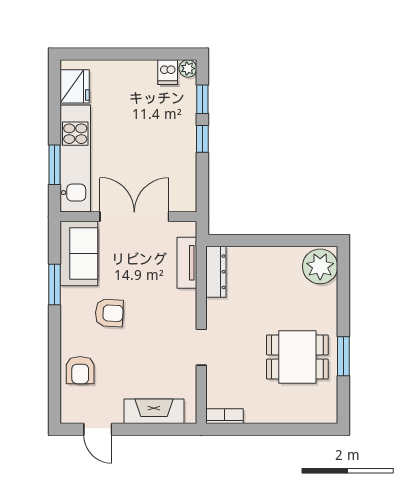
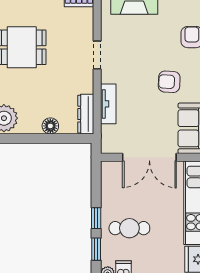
cafe table: (160, 126) -> (129, 228), added
floor lamp: (261, 257) -> (50, 126), added
tv unit: (187, 263) -> (108, 104), moved

